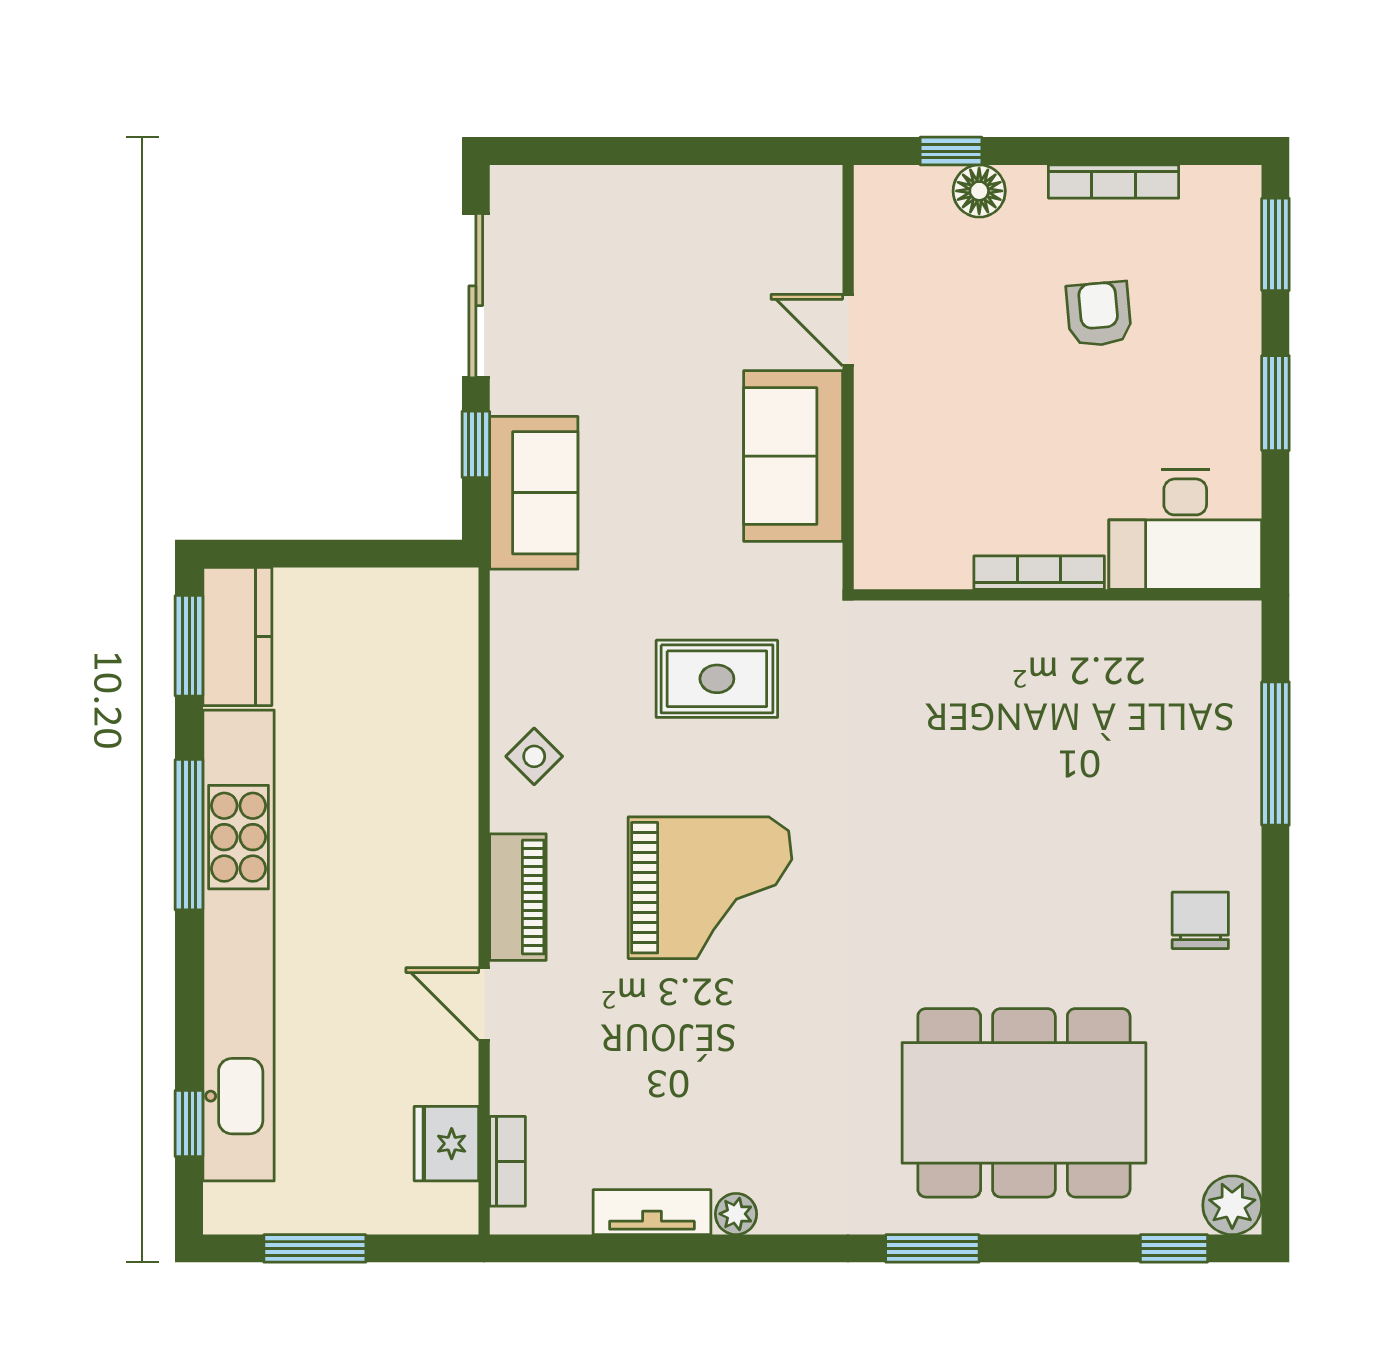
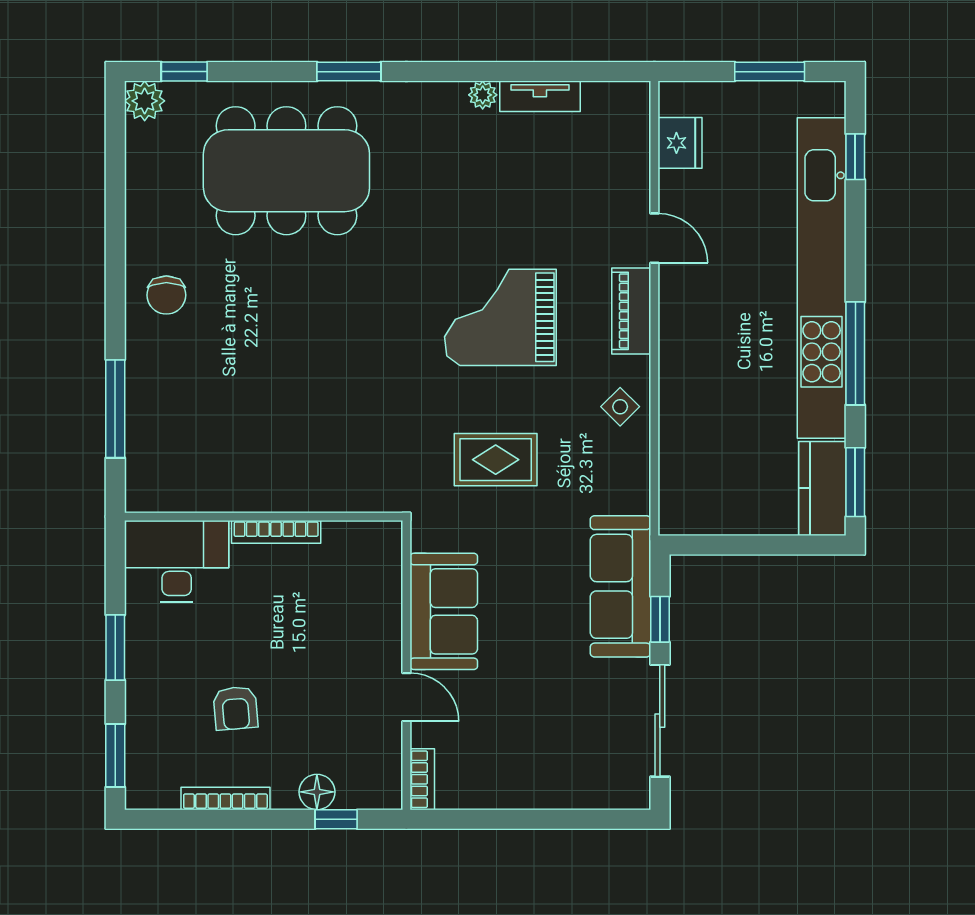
sofa: (534, 493) -> (620, 586), width x1.36
bookcase: (507, 1161) -> (422, 779), moved, turned 180

